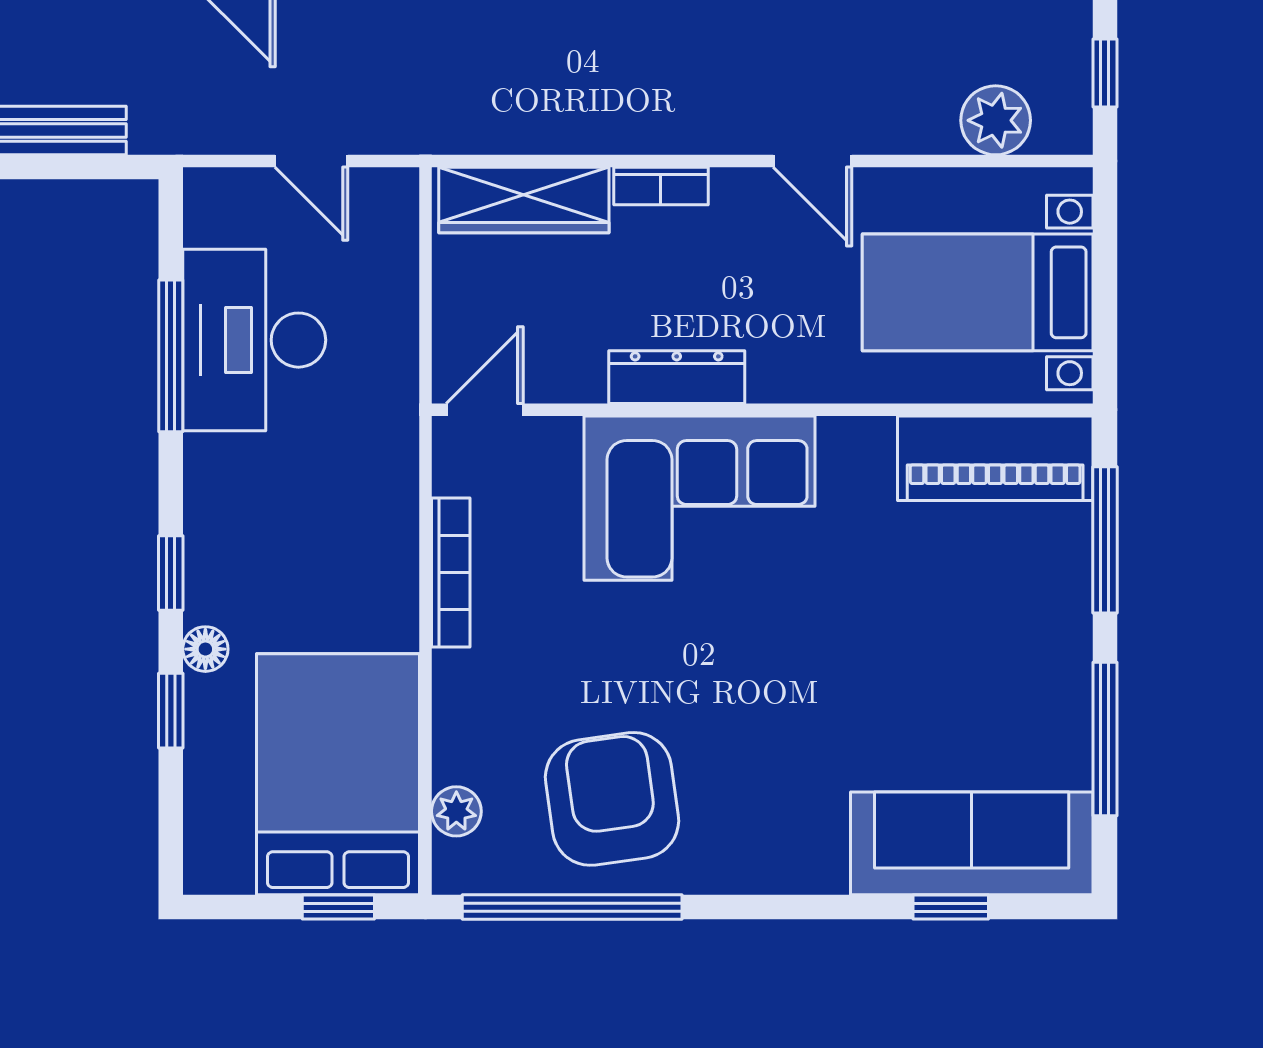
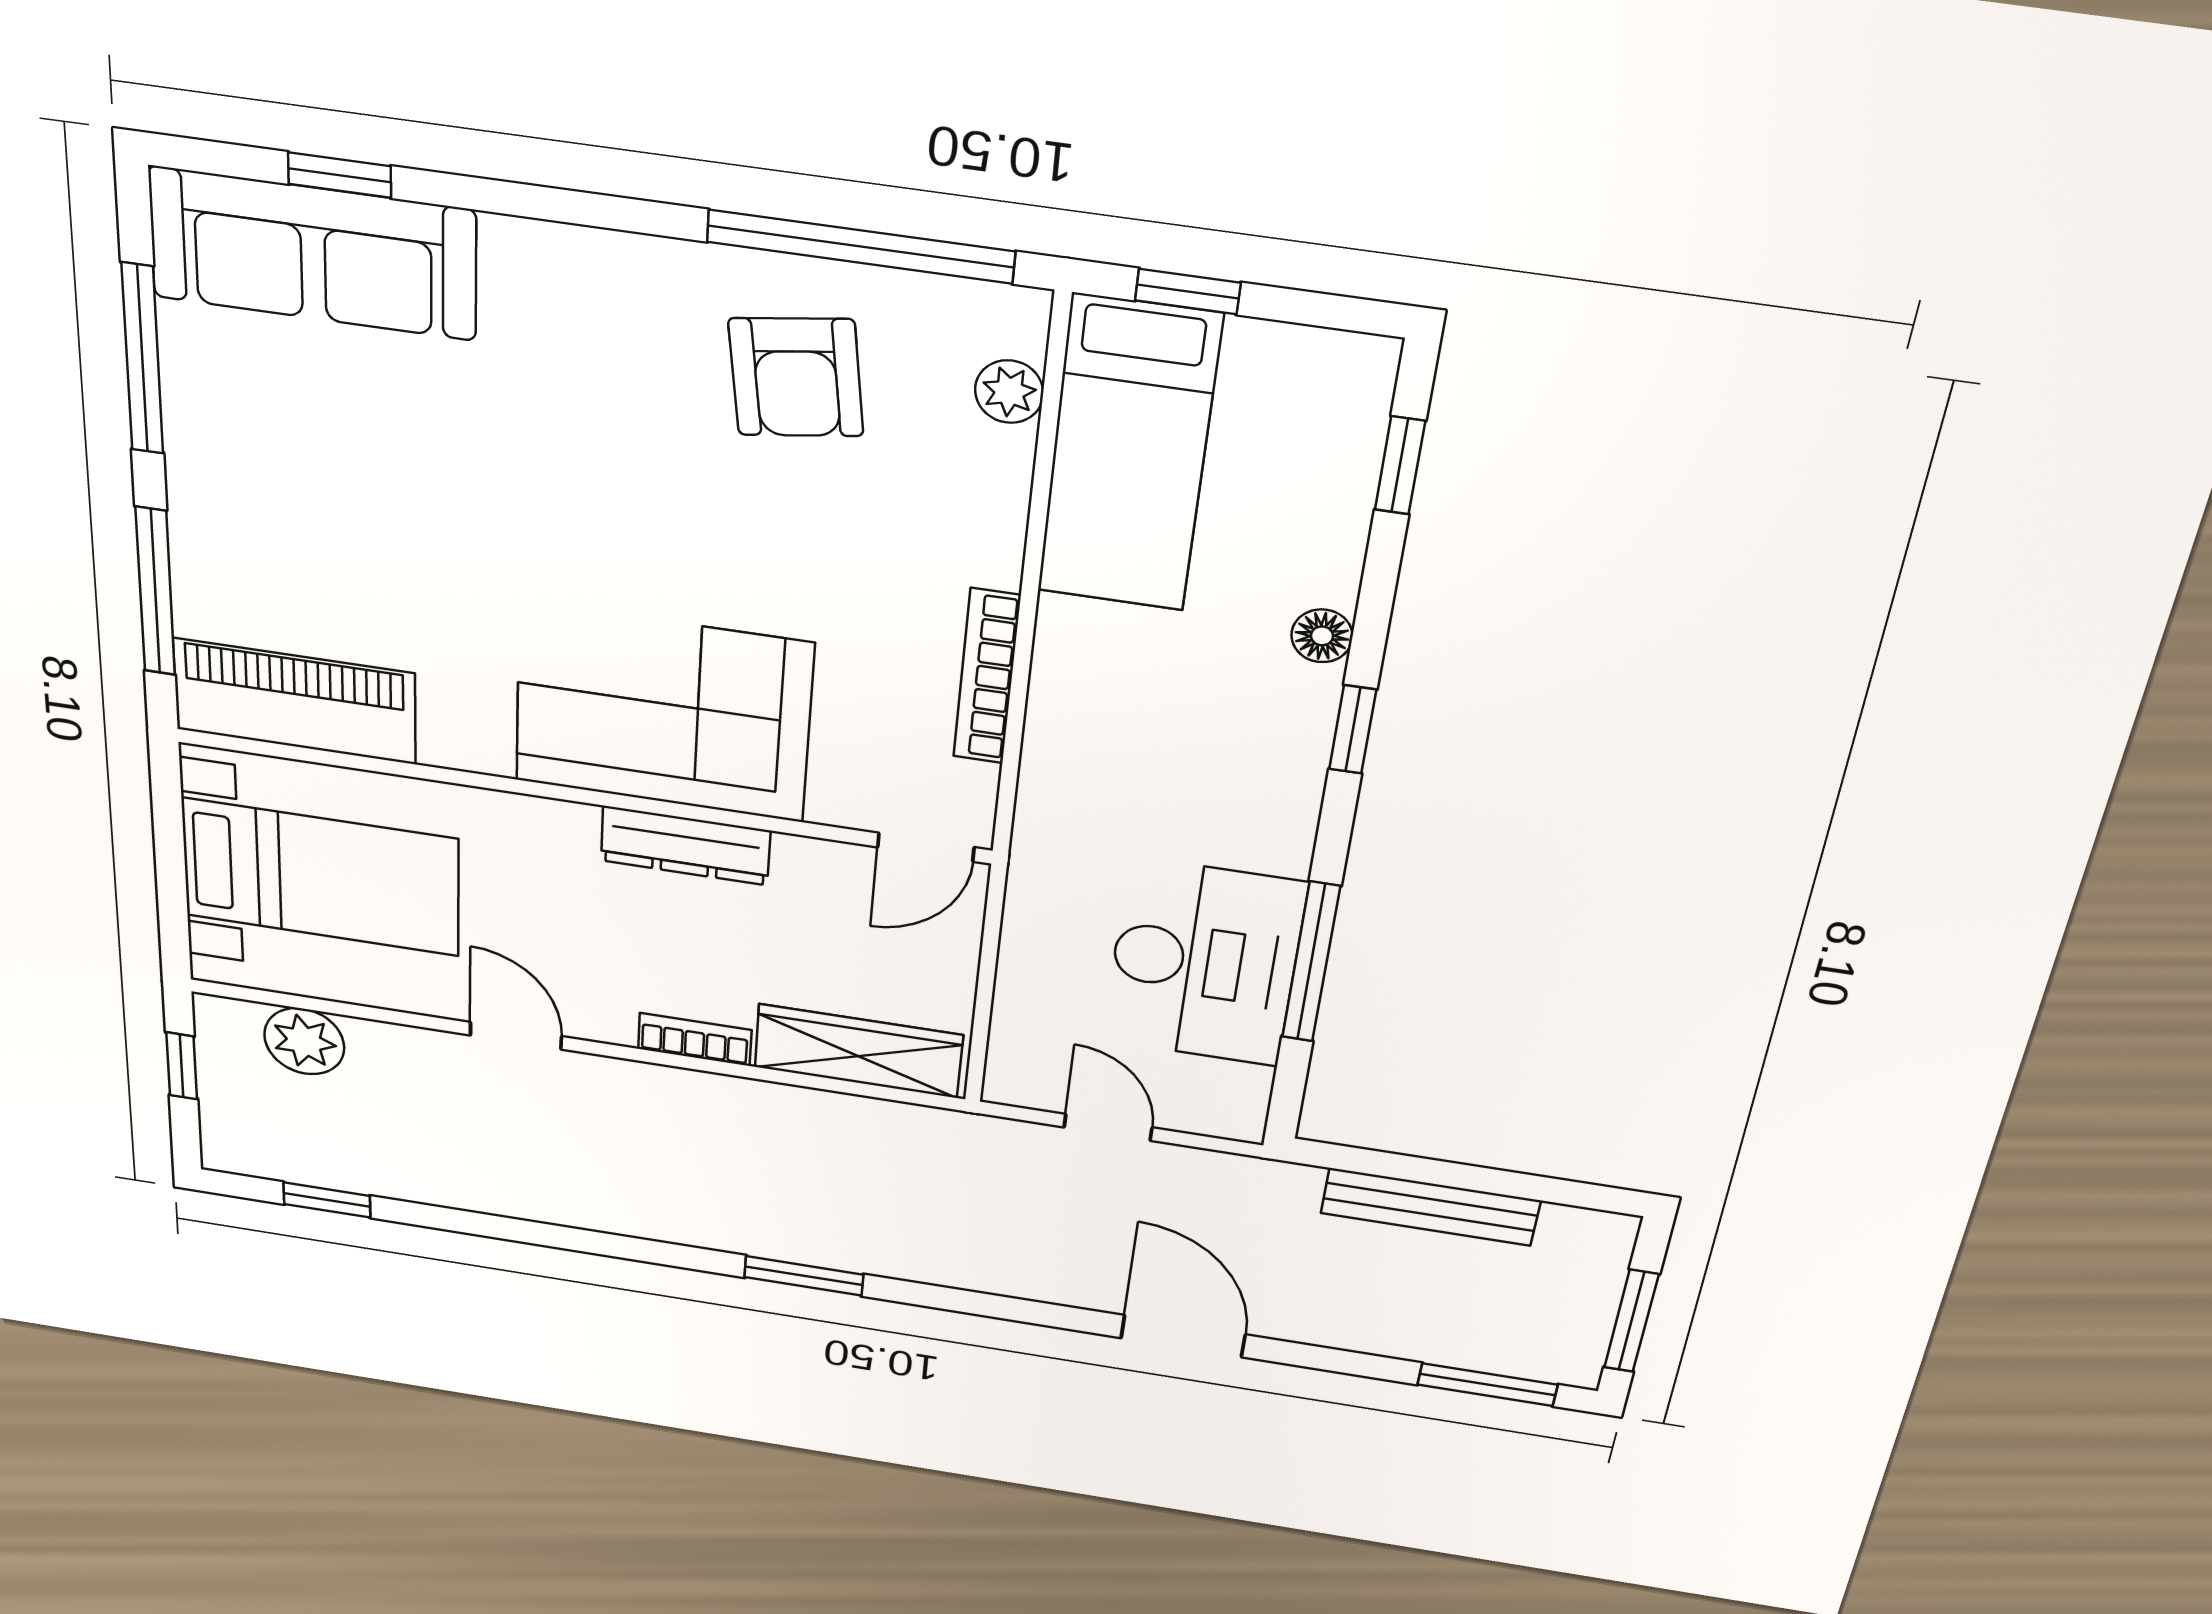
window: (171, 711) -> (1400, 465), moved
bed: (338, 774) -> (1128, 455), width x0.67
armchair: (612, 799) -> (796, 377), width x0.73, depth x0.73

